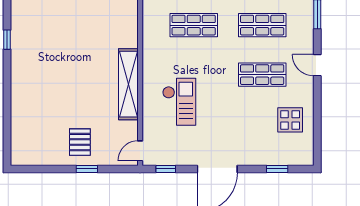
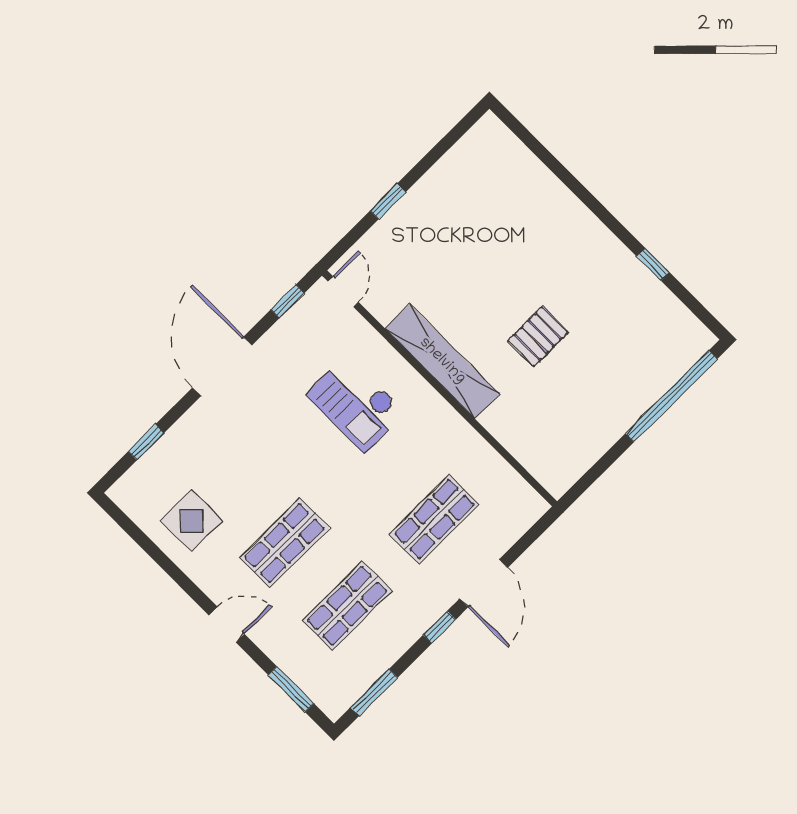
pallet: (80, 142) -> (538, 337), moved, turned 90

